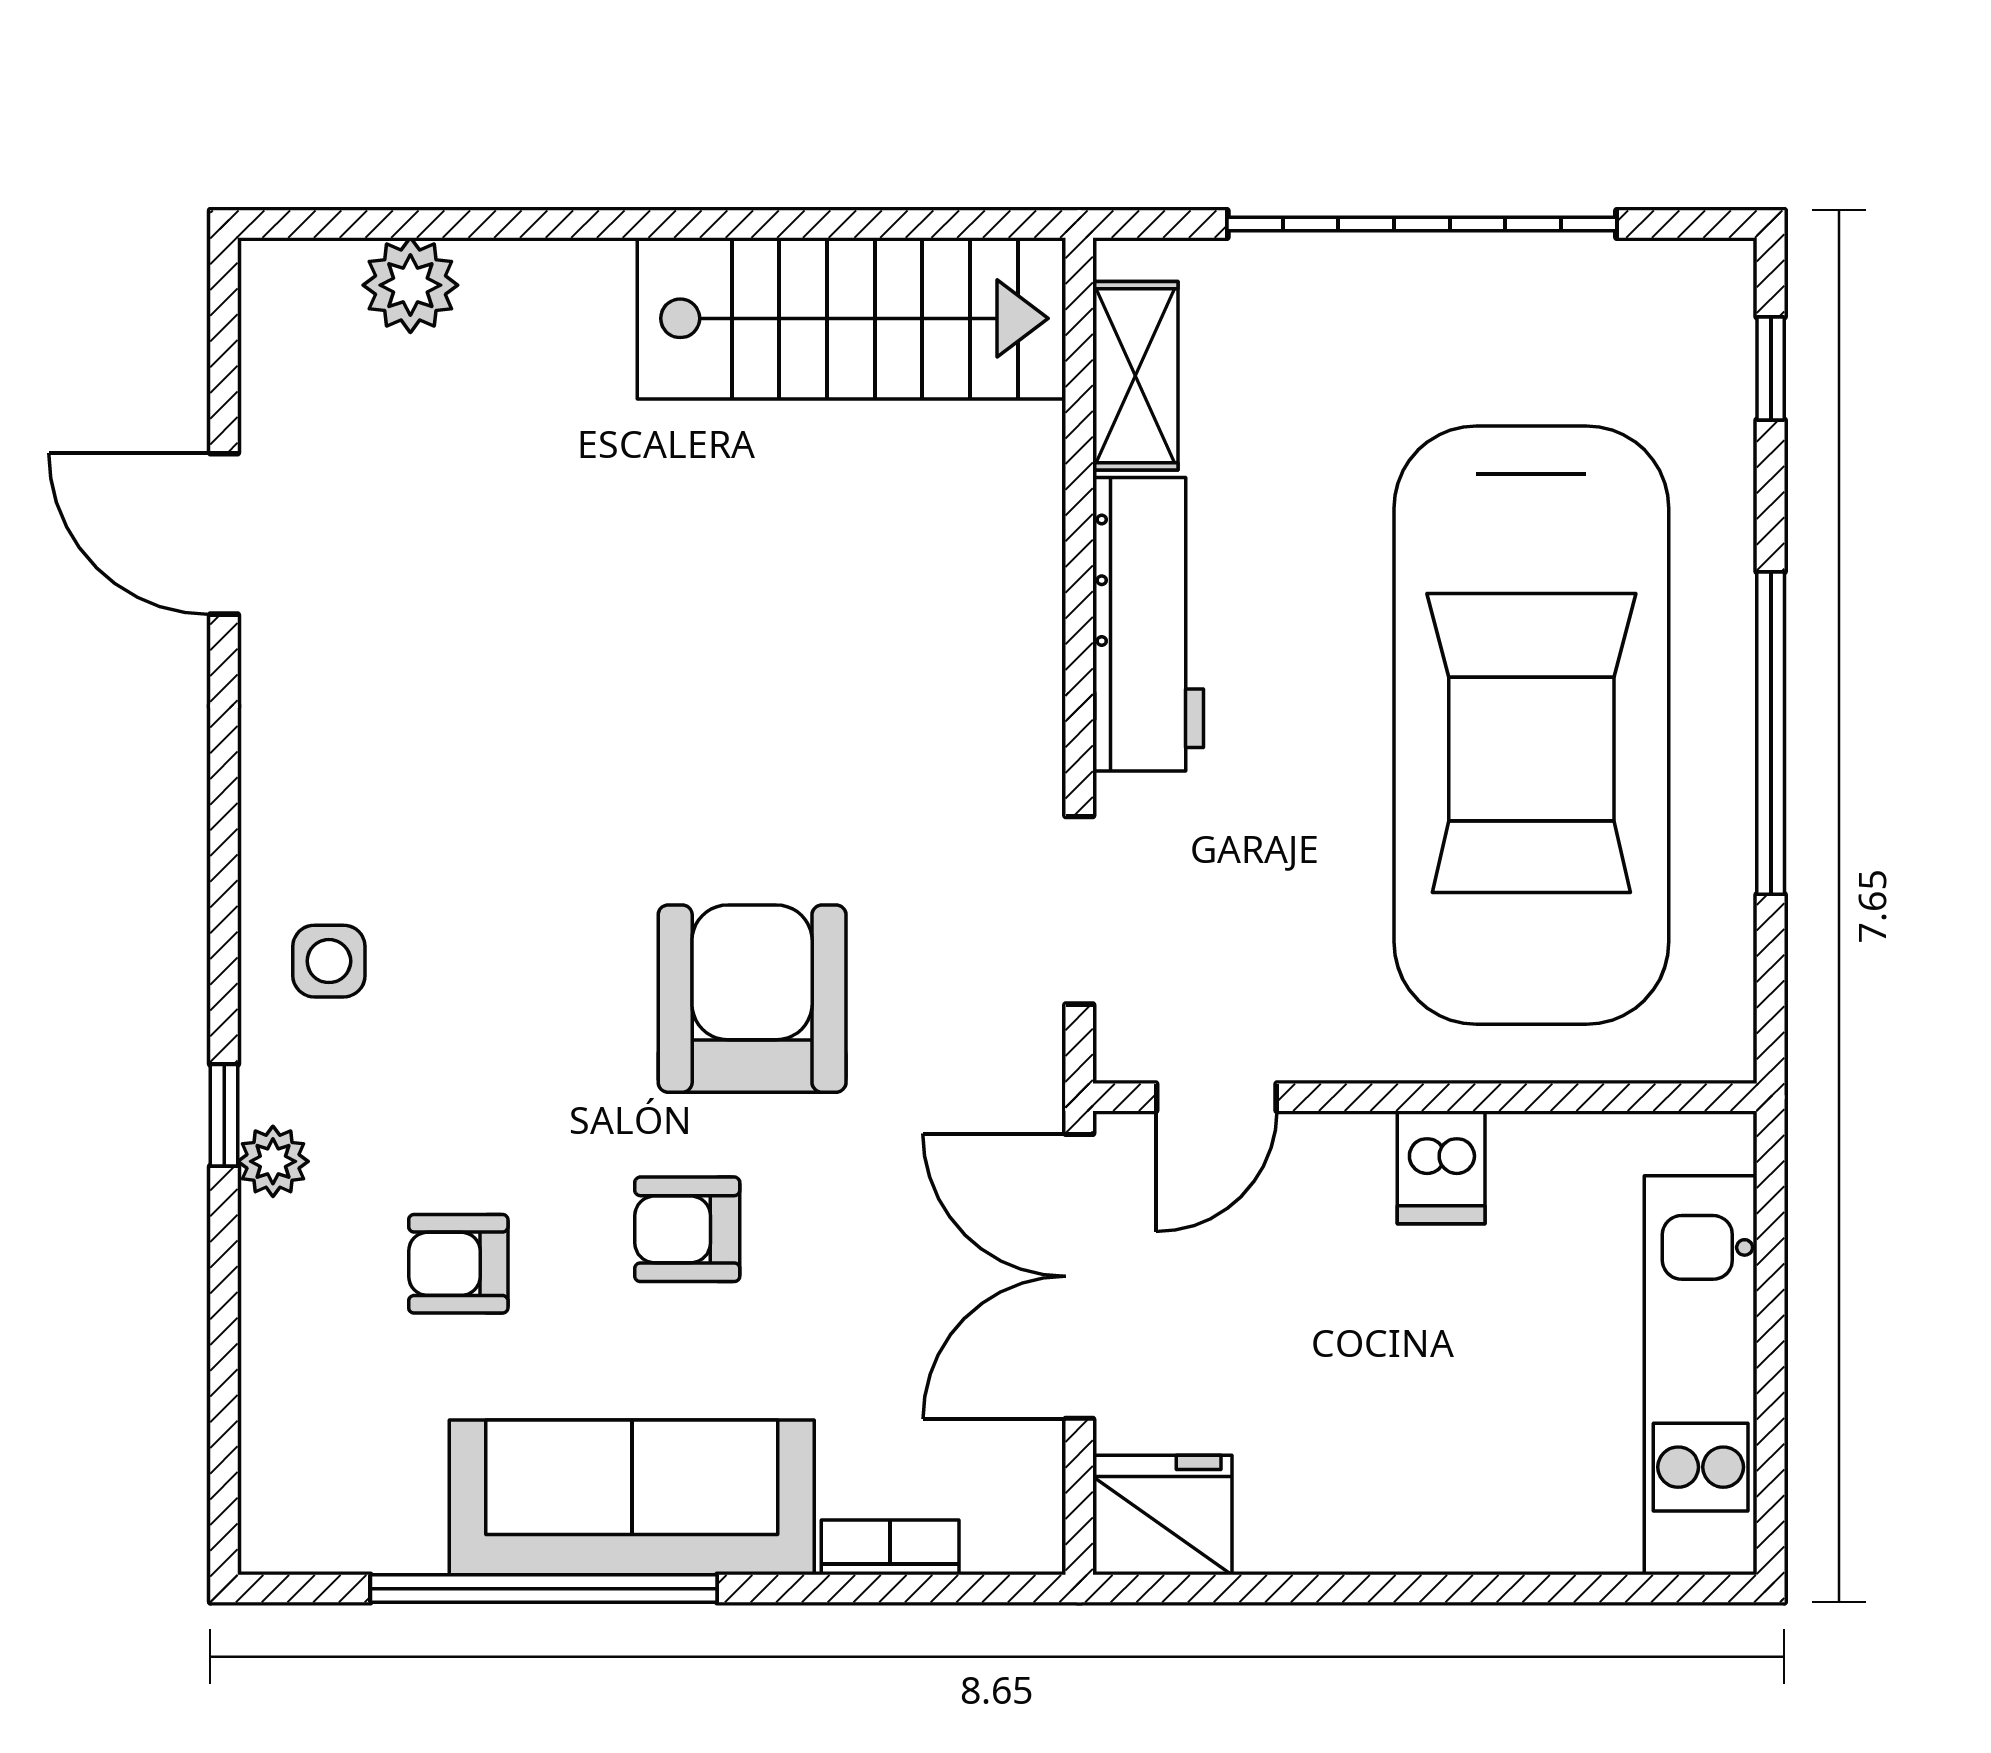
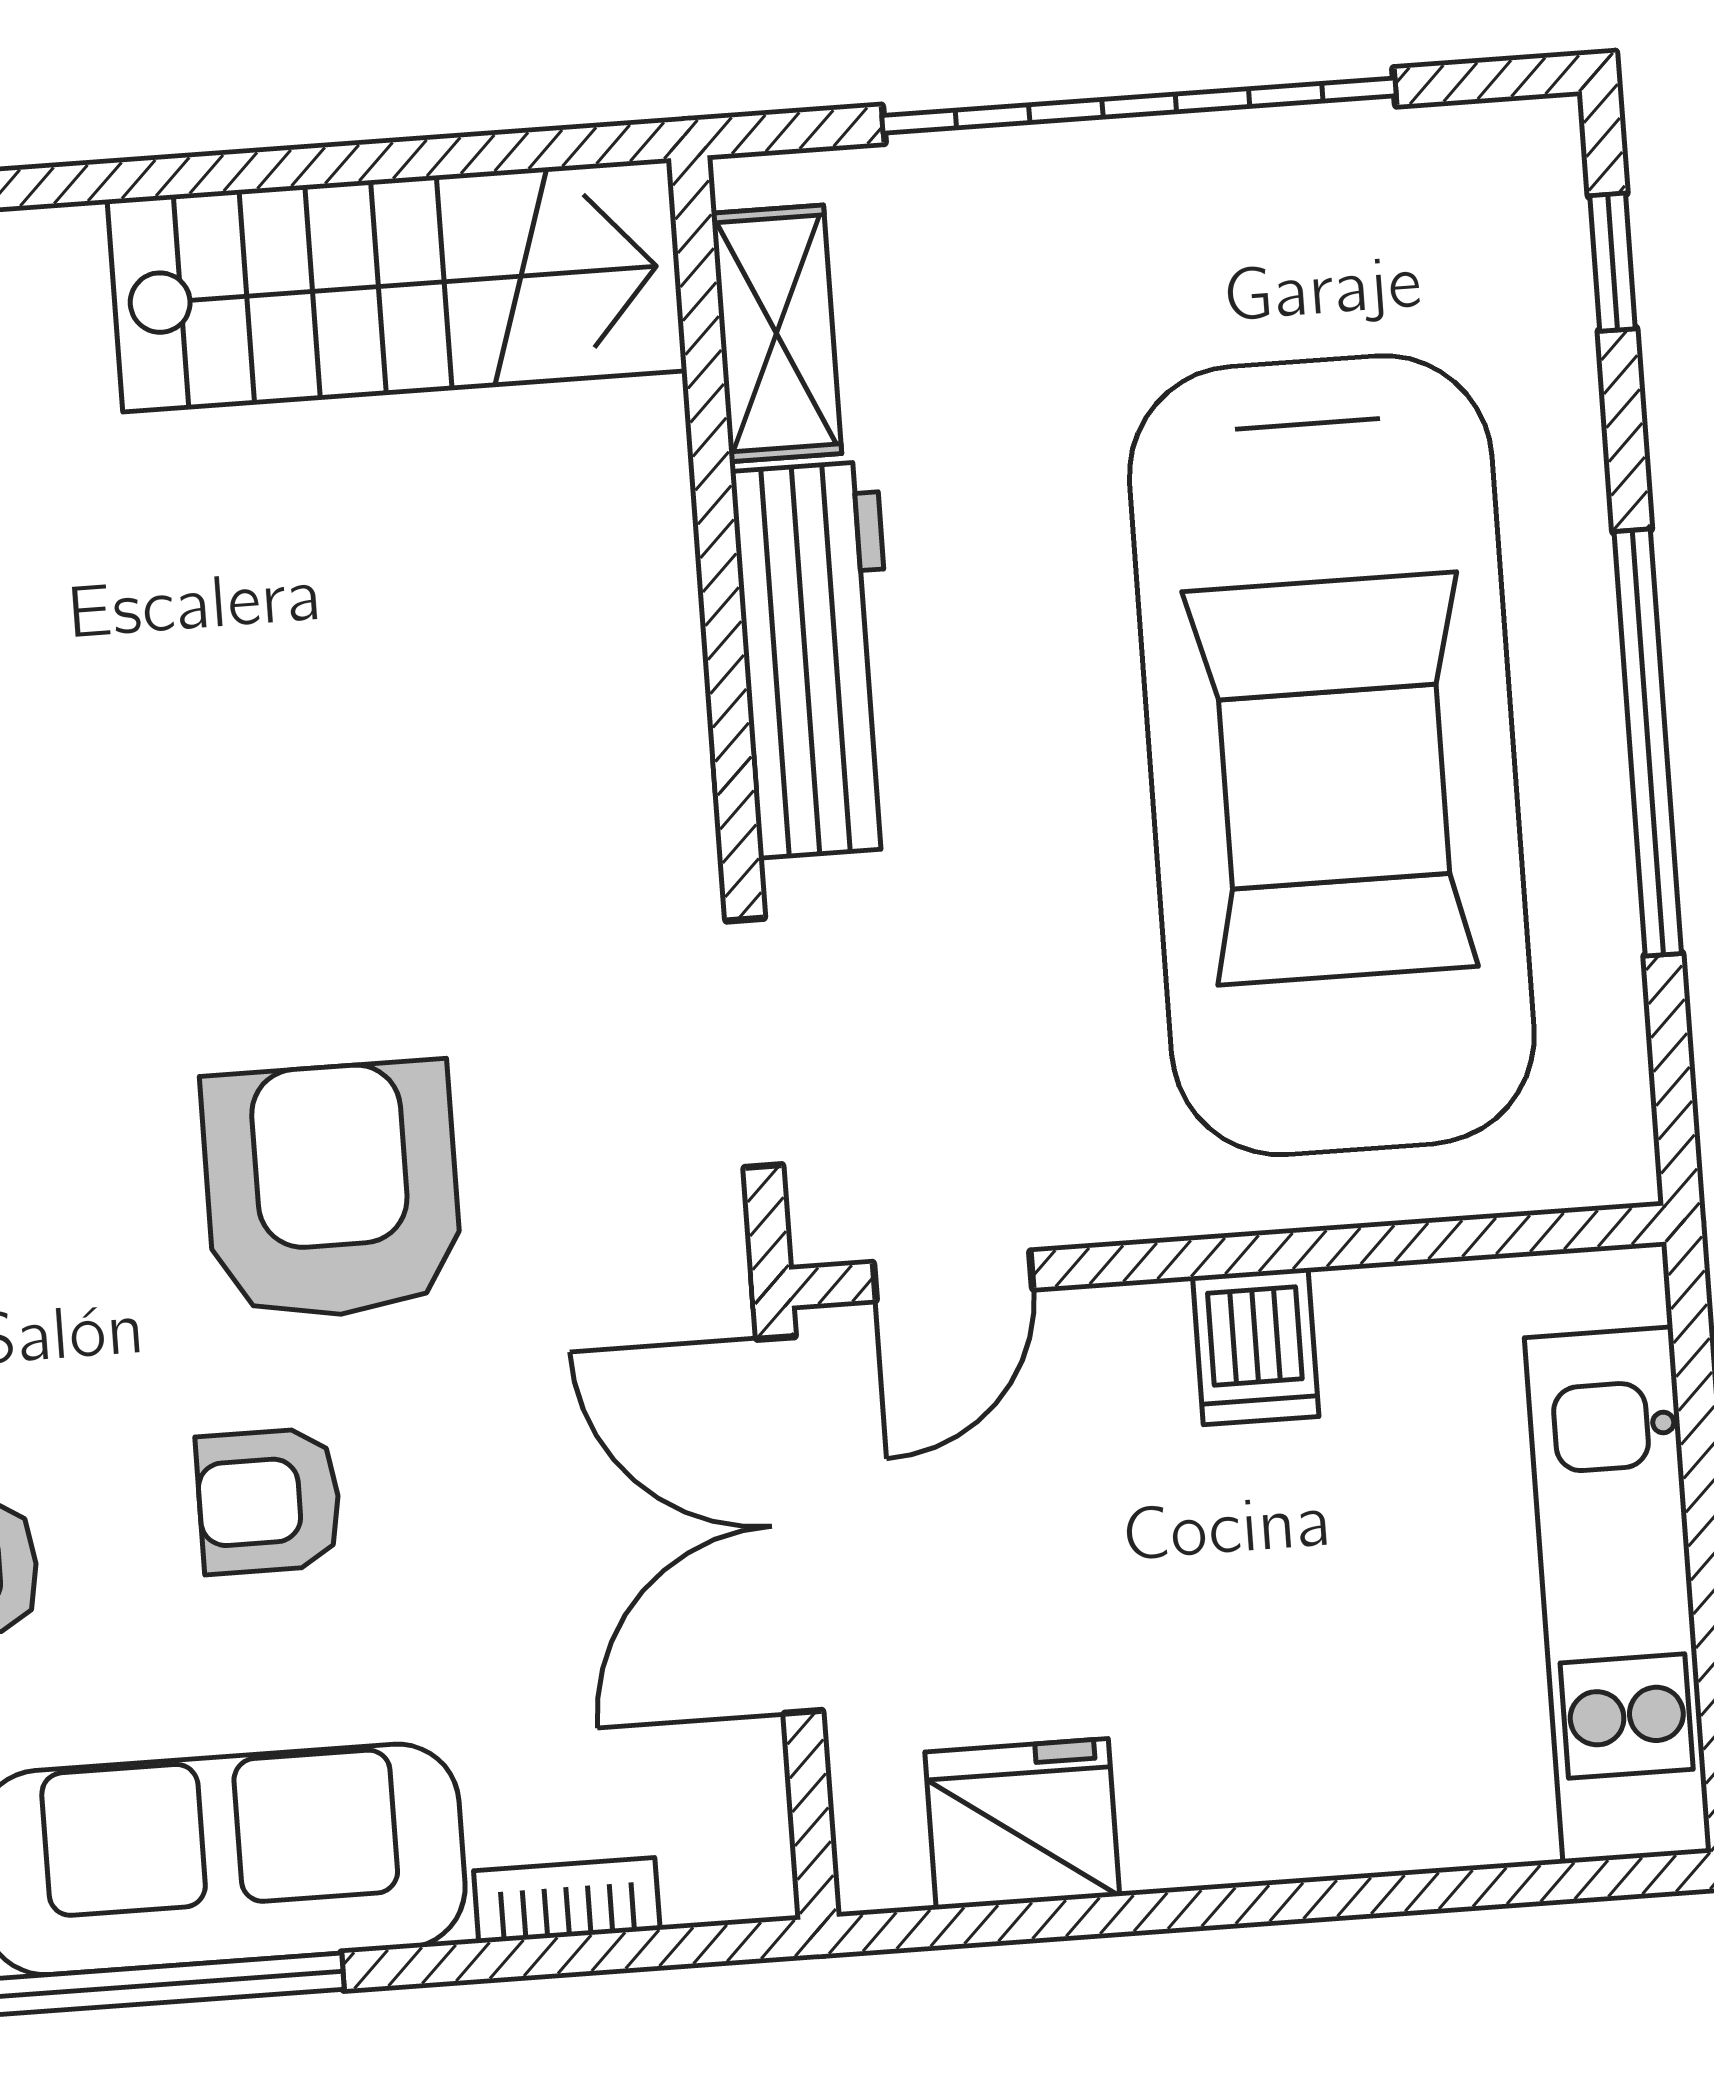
fridge: (1162, 1515) -> (1022, 1824), moved

